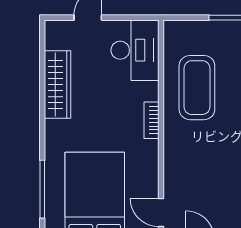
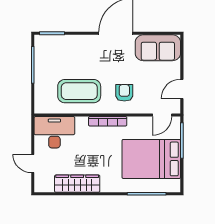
bookcase: (152, 120) -> (108, 121), width x1.56
armchair: (194, 156) -> (124, 93), added

